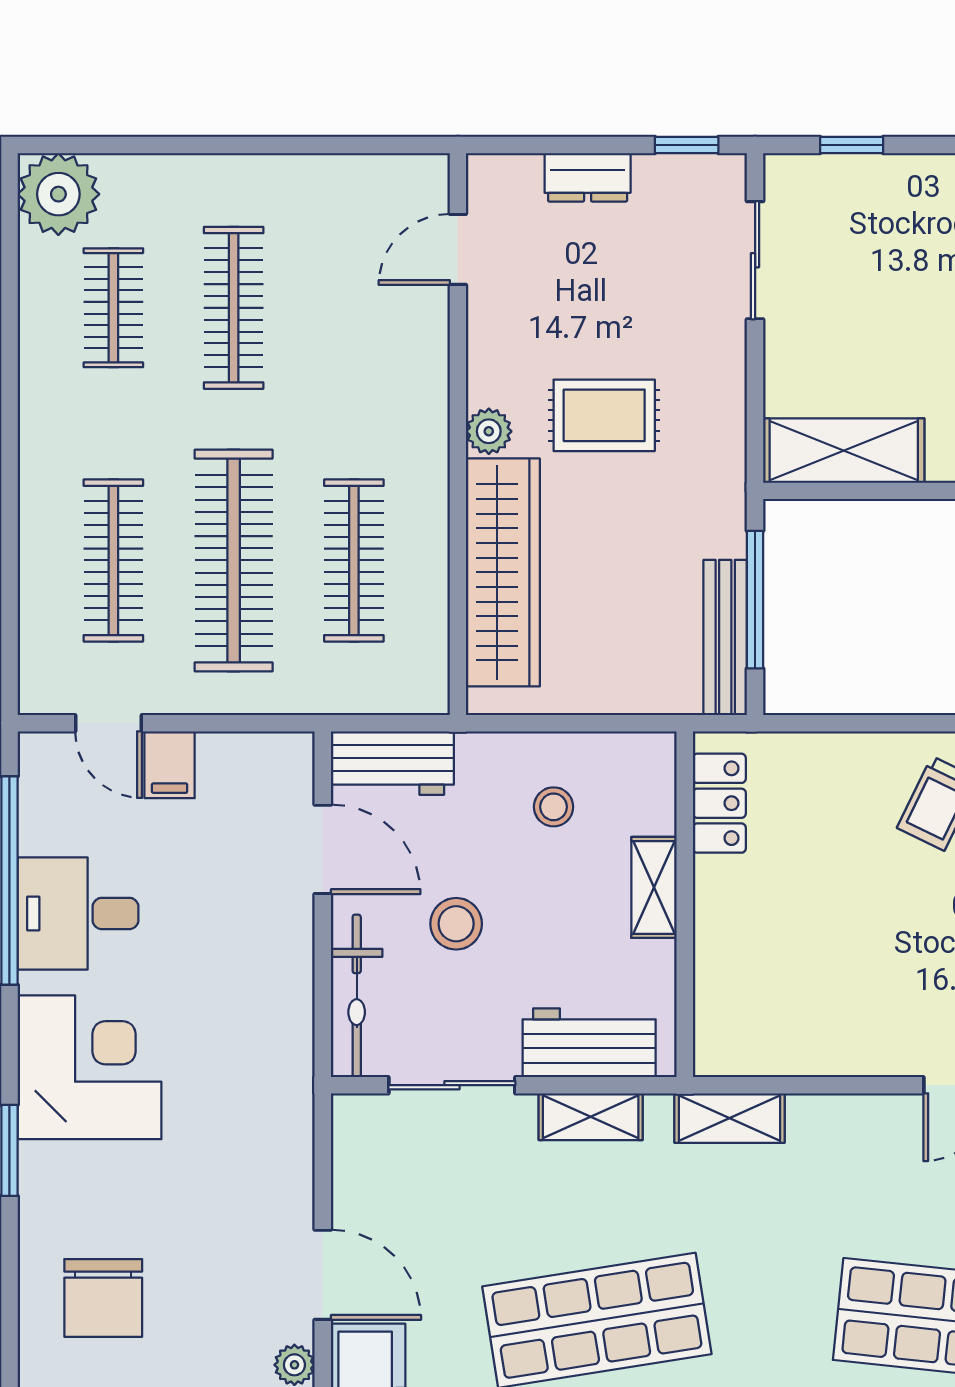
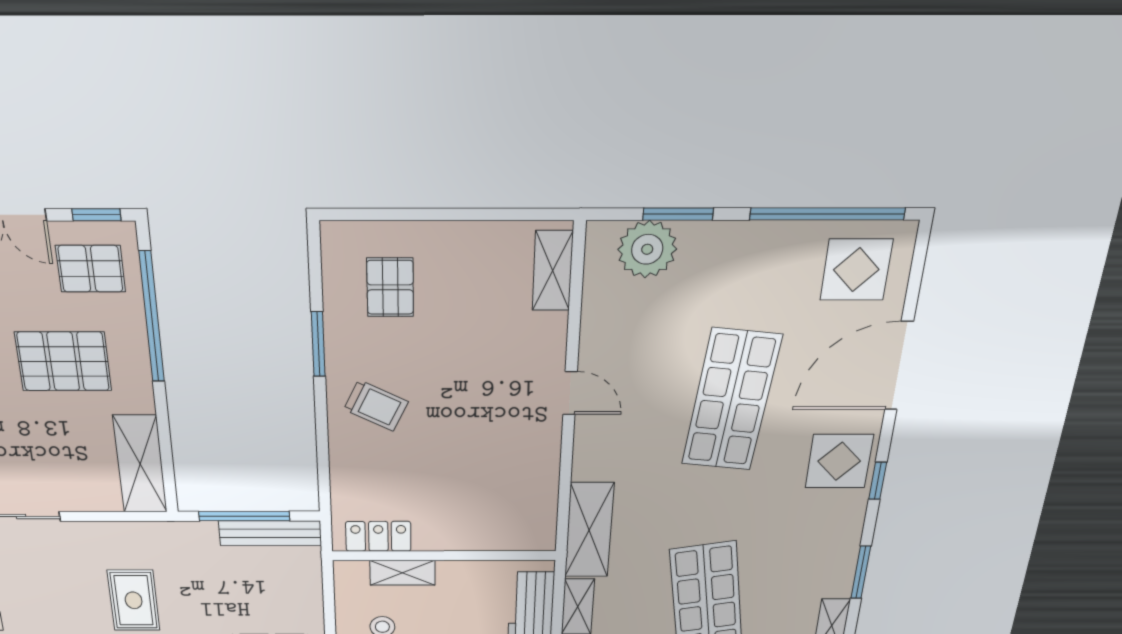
shelving: (654, 887) -> (403, 573), moved
shelving: (729, 1118) -> (589, 530), width x1.50, depth x1.33

